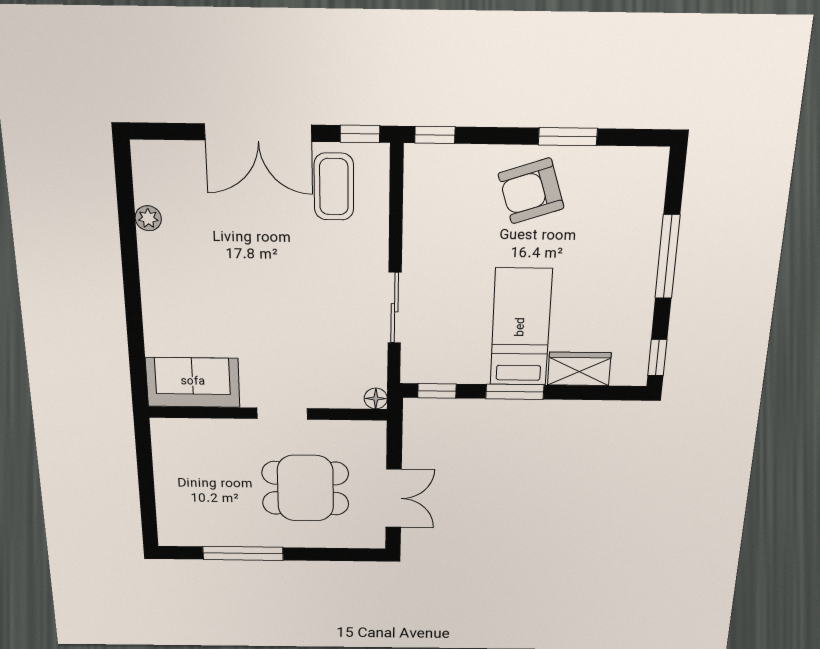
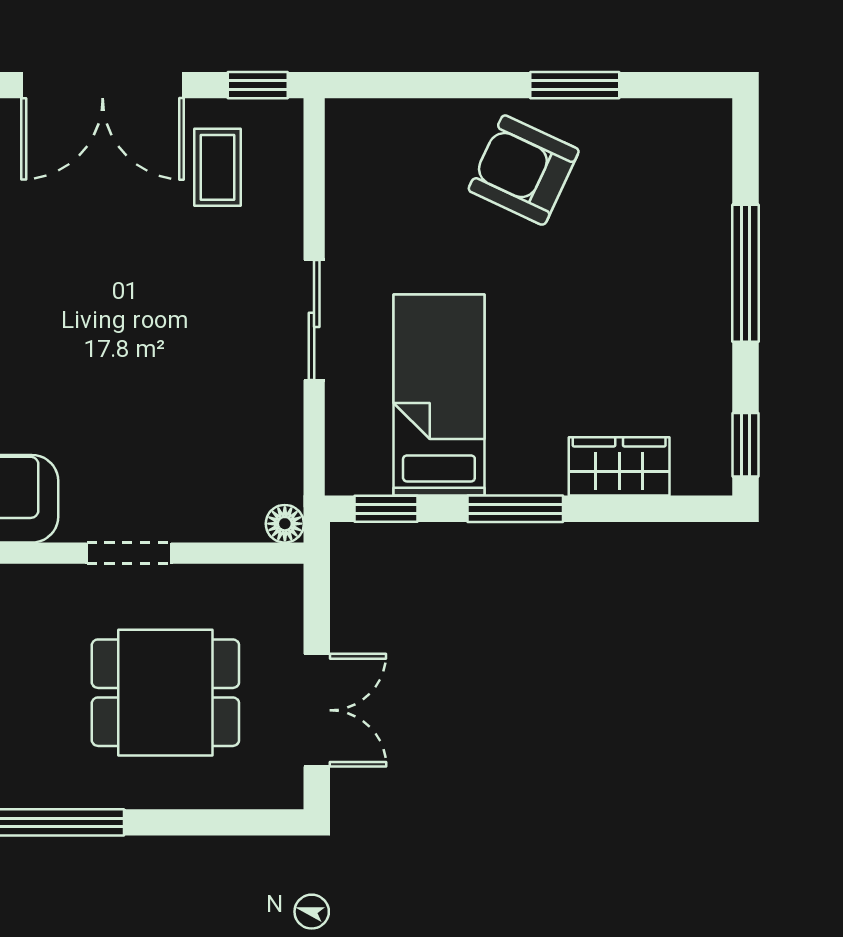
window: (435, 135) -> (372, 85), removed
coffee table: (334, 187) -> (218, 167), width x0.73, depth x0.77
armchair: (531, 191) -> (524, 170), turned 43
sliding door: (395, 308) -> (314, 320), moved
bed: (521, 327) -> (439, 395), moved

